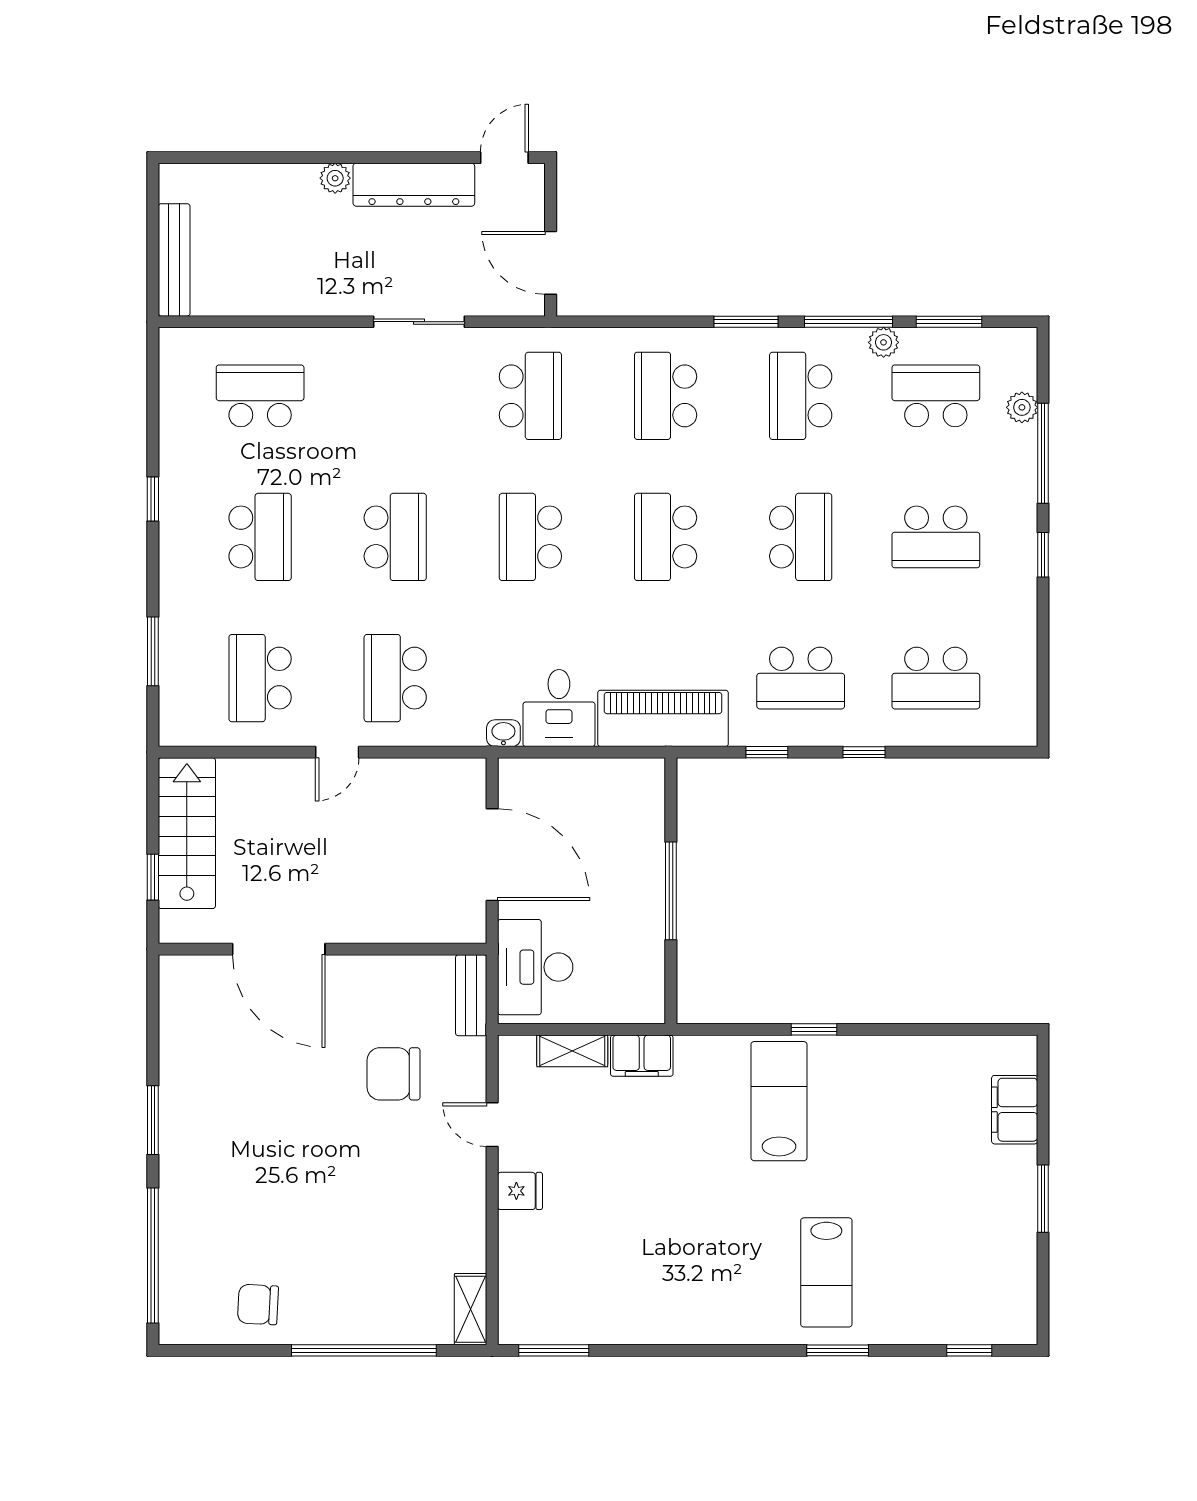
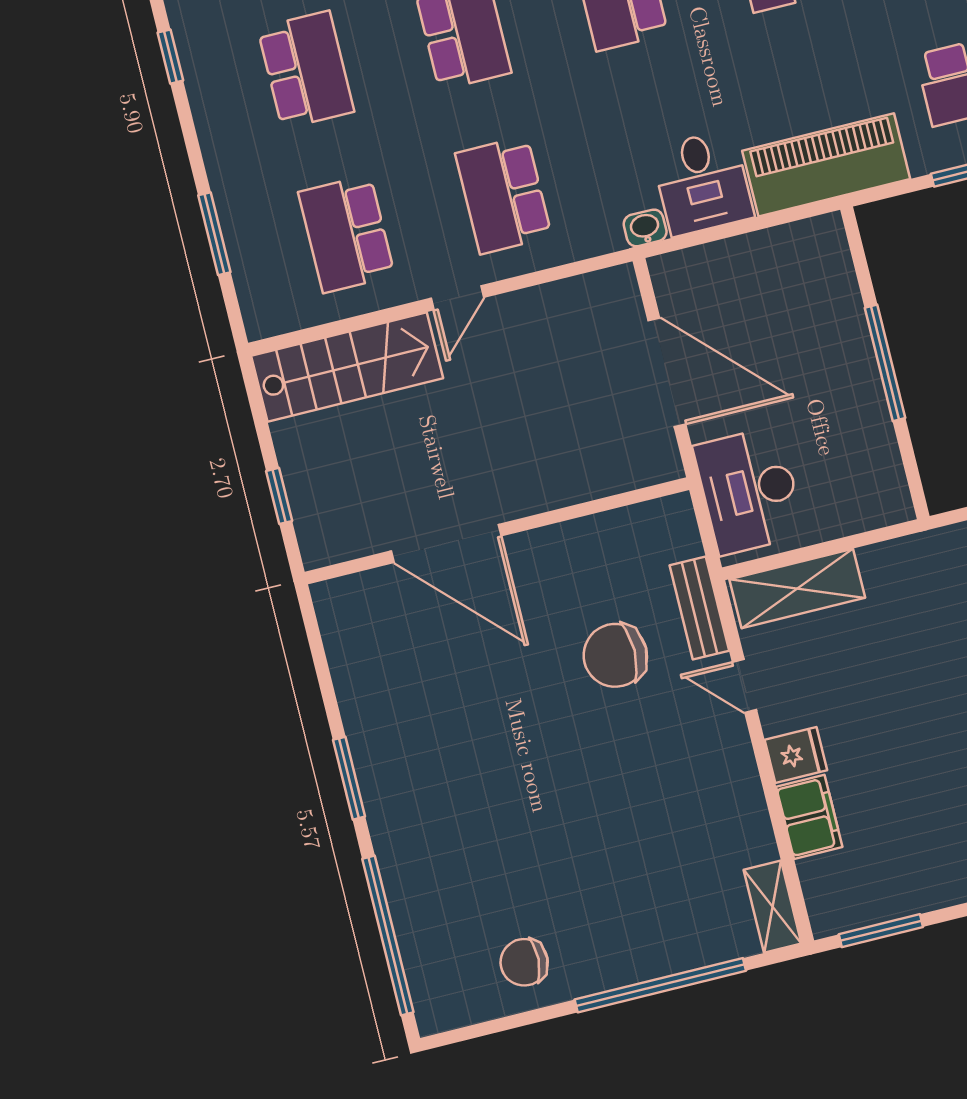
stairs: (187, 833) -> (347, 367), moved, turned 90
bench: (471, 995) -> (699, 608), moved
shelving: (572, 1051) -> (797, 588), width x1.50, depth x1.33
filing cabinet: (642, 1056) -> (809, 817), moved, turned -90

